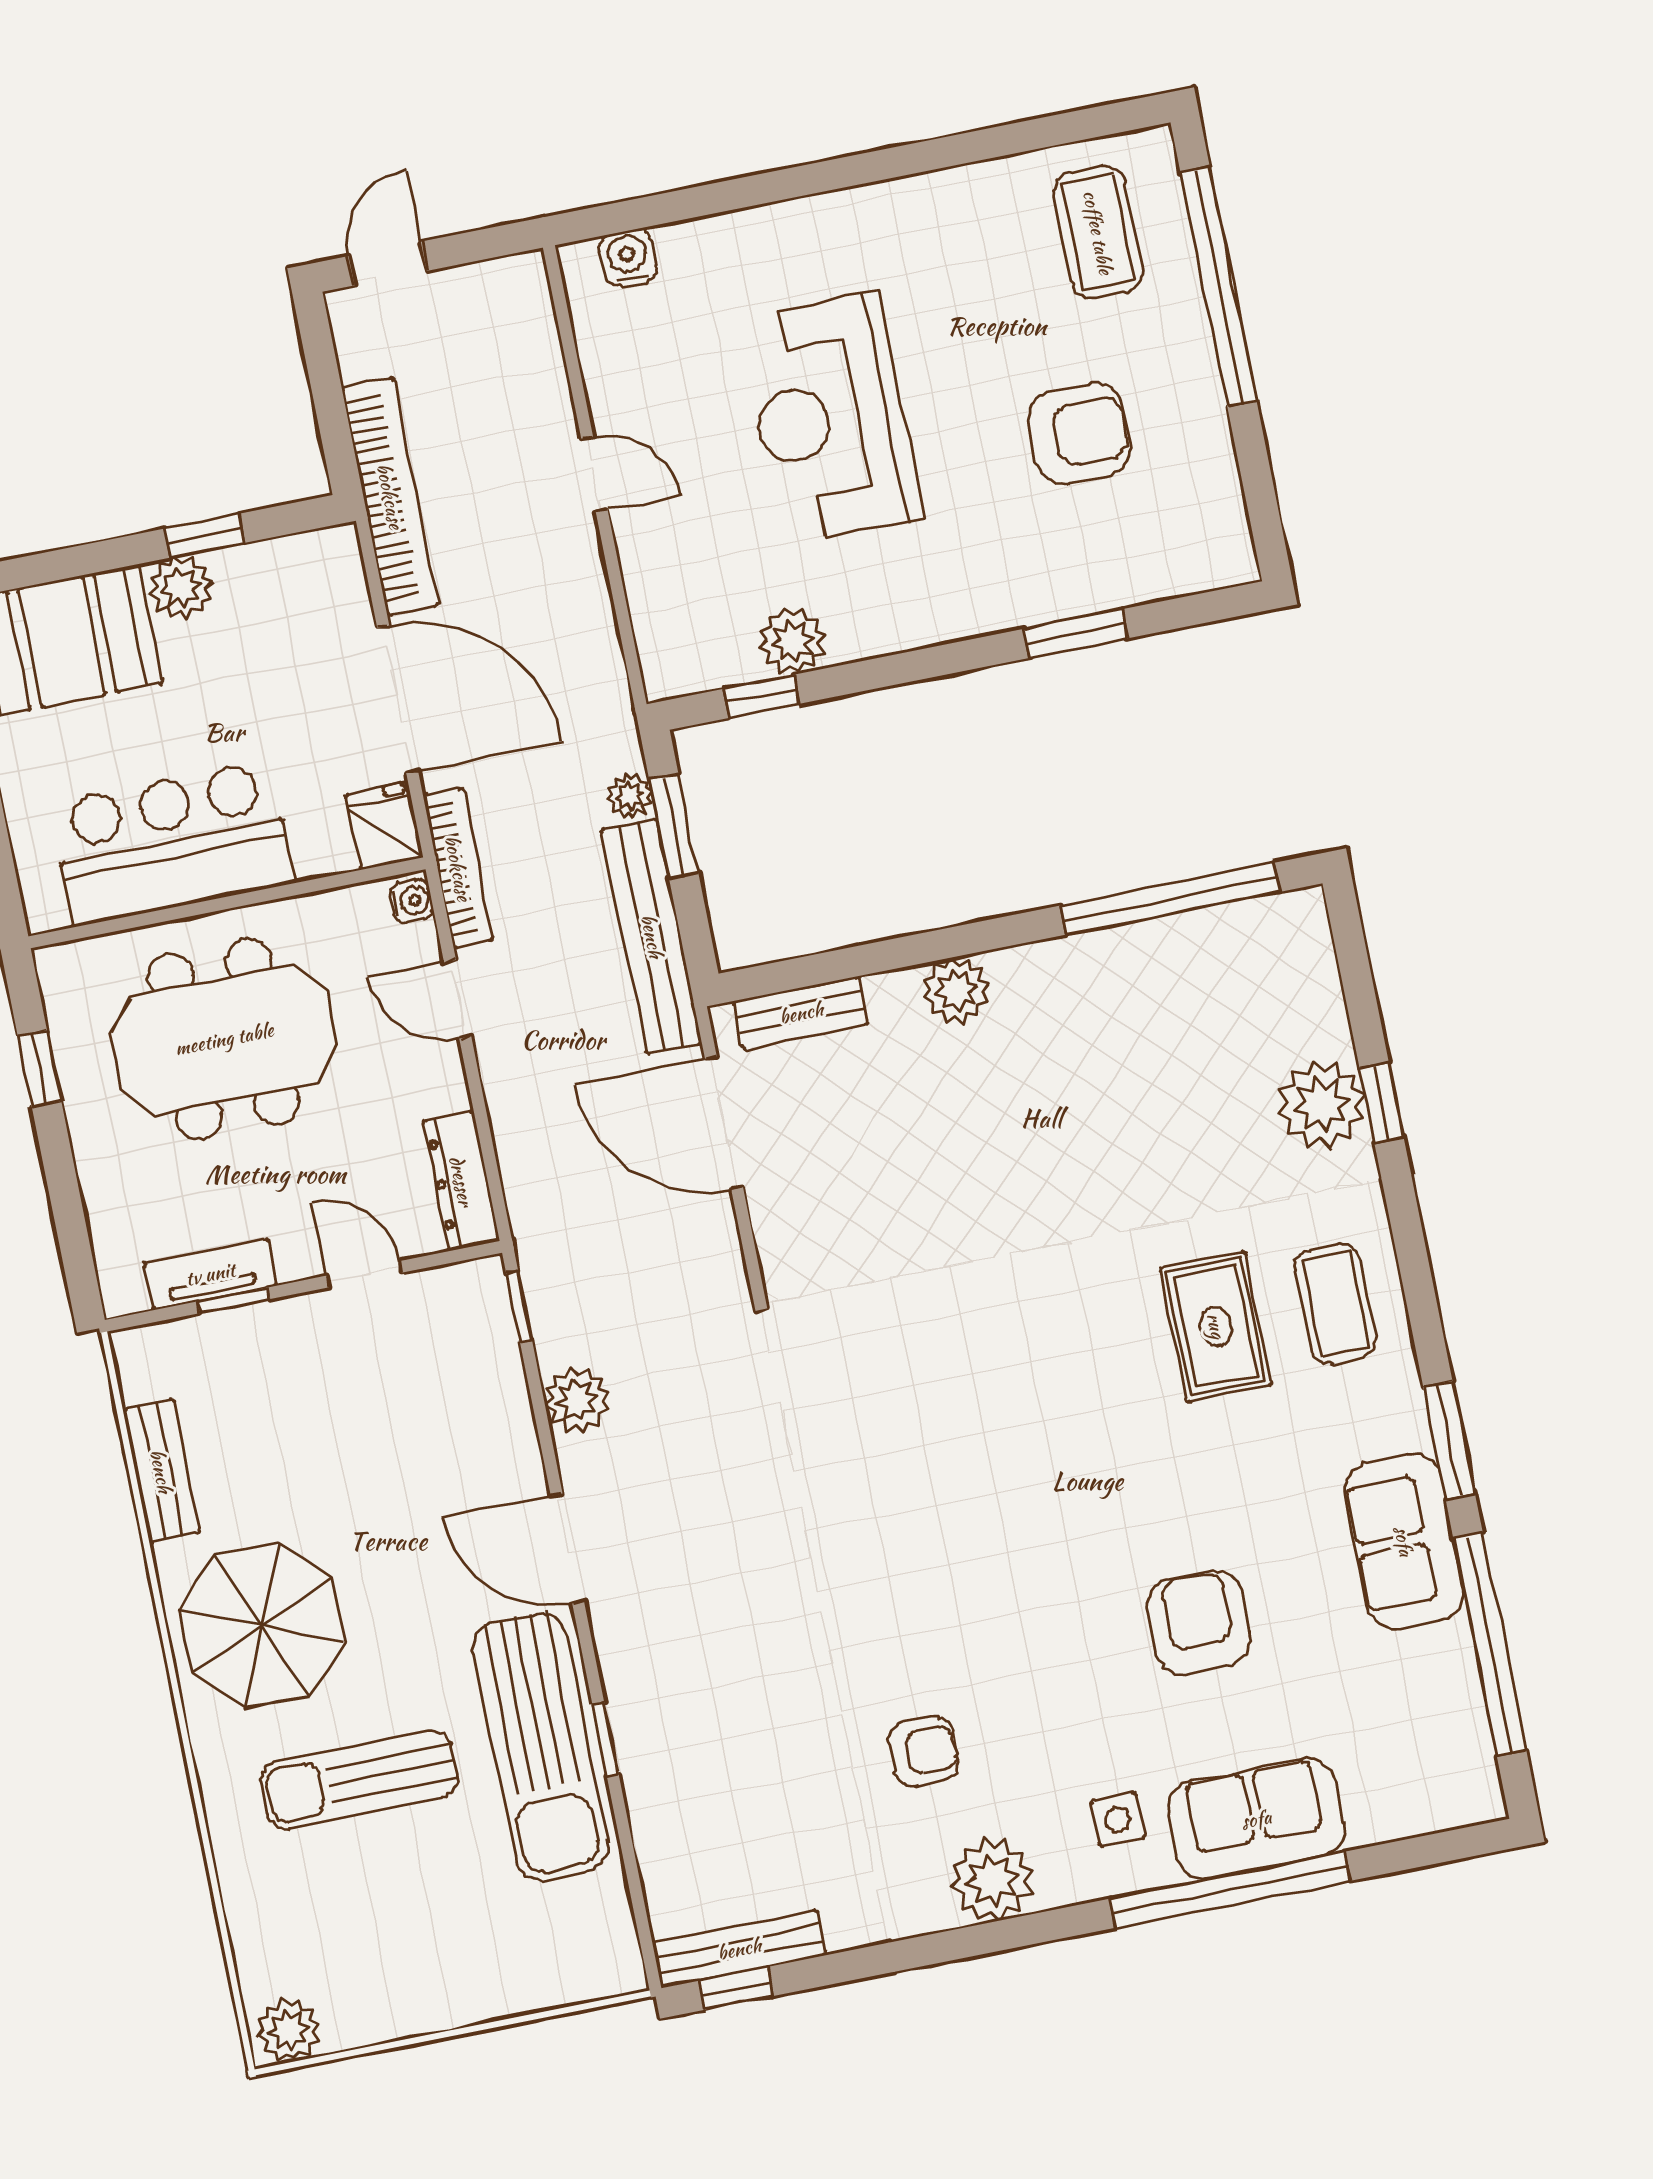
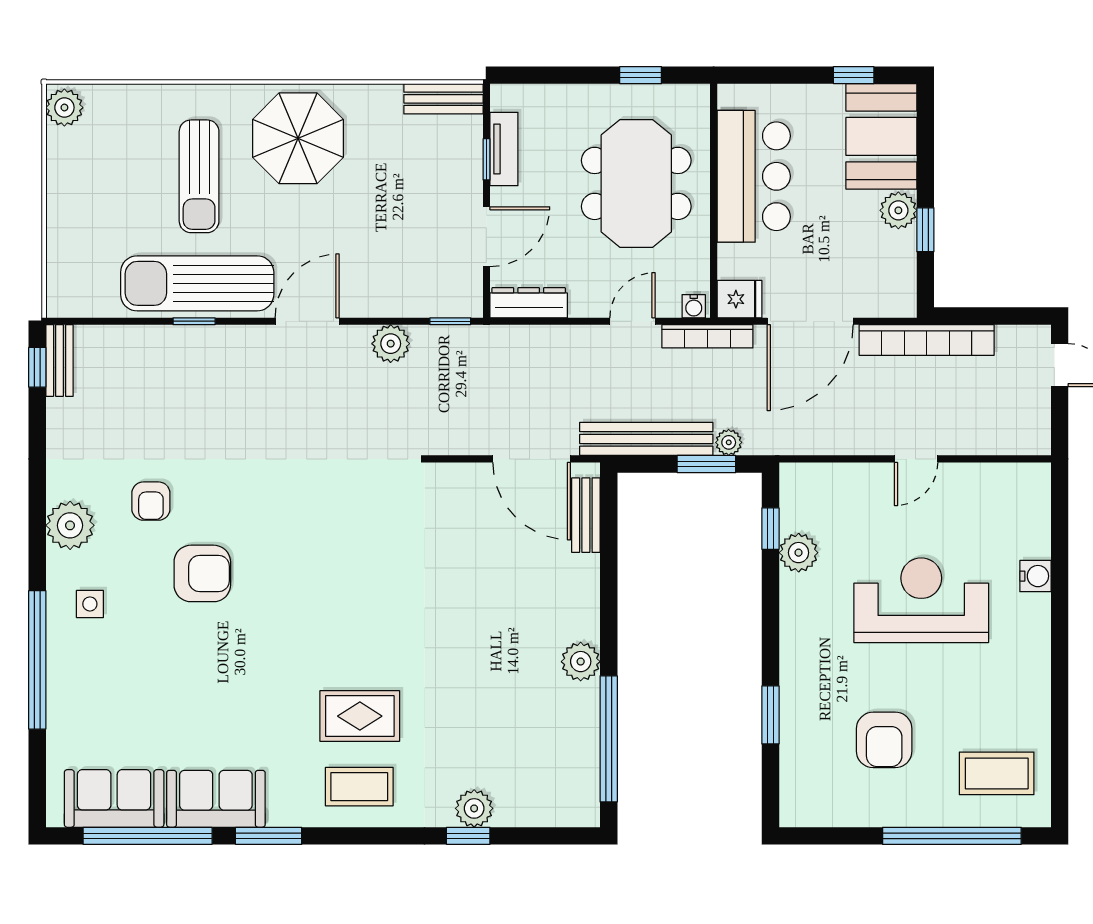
water cooler: (628, 258) -> (1035, 576), moved
plant: (956, 991) -> (581, 662), moved
plant: (1322, 1105) -> (474, 808), width x0.73, depth x0.73
door: (724, 1123) -> (532, 459), swing flipped
door: (364, 1274) -> (486, 237), width x1.38
bench: (161, 1471) -> (443, 99), moved
armchair: (1199, 1622) -> (202, 573), moved
sun lounger: (359, 1780) -> (199, 176), turned 180
sofa: (1256, 1819) -> (114, 798), moved, turned -90
bench: (739, 1949) -> (60, 360), width x0.73

